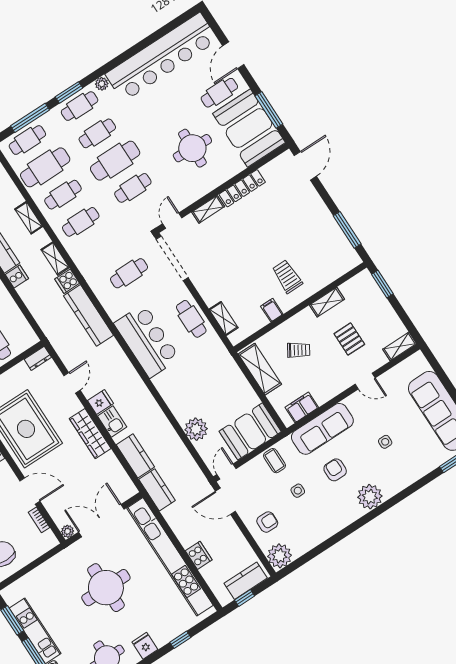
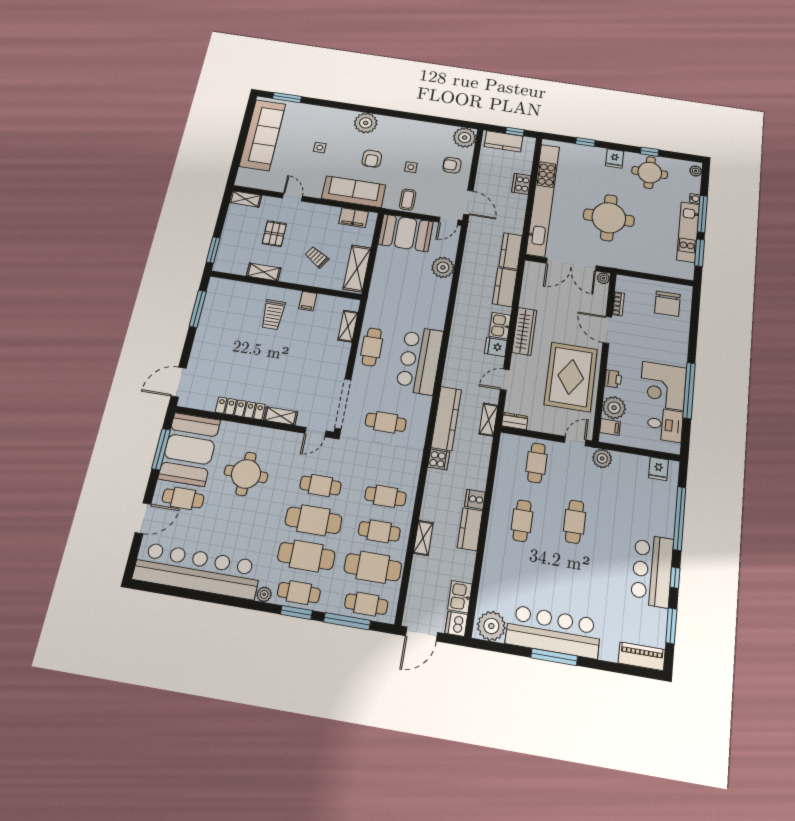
cafe table: (97, 133) -> (306, 556), width x1.37, depth x1.35
shelving: (55, 259) -> (488, 420), moved

